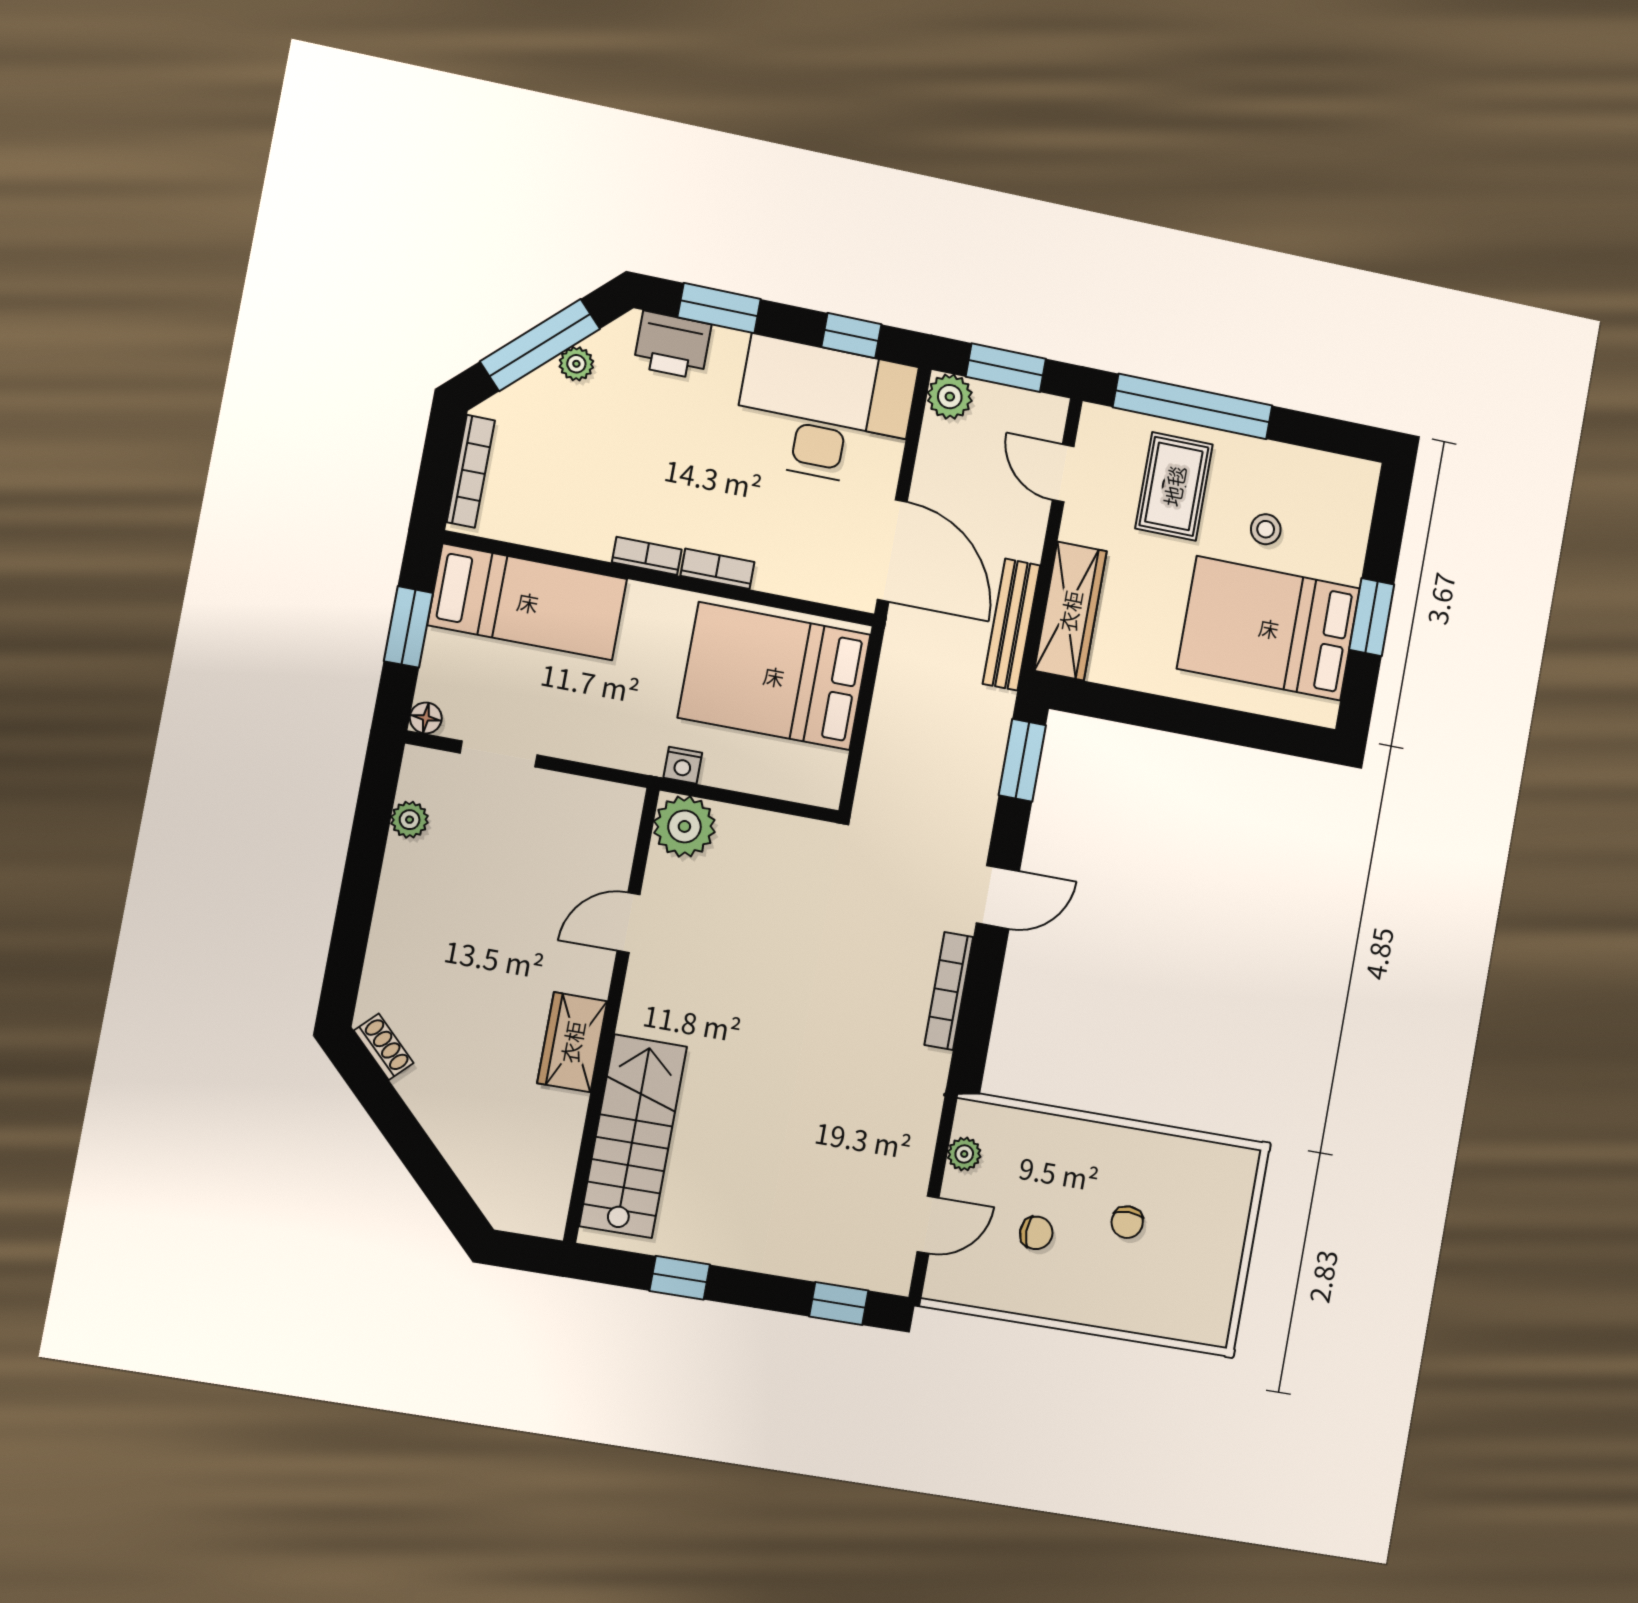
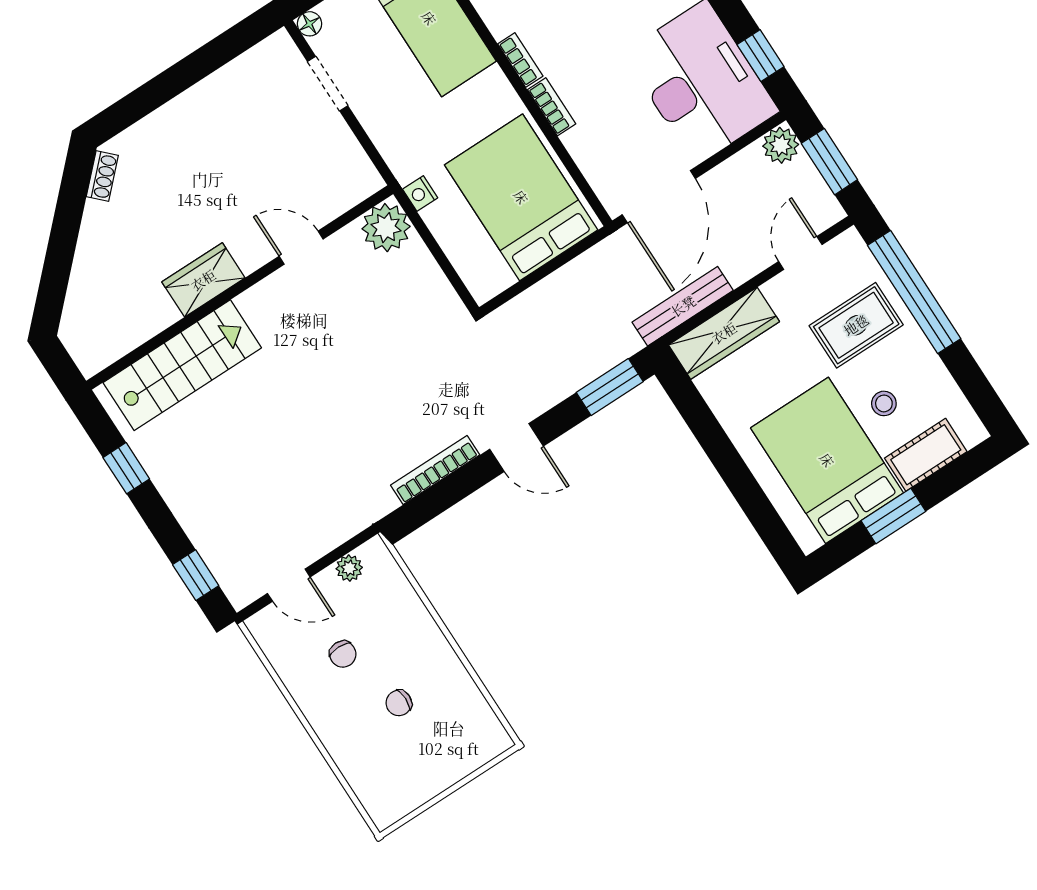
cot: (1345, 536) -> (926, 455), added
plant: (410, 820) -> (244, 69), removed

